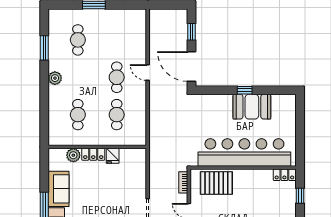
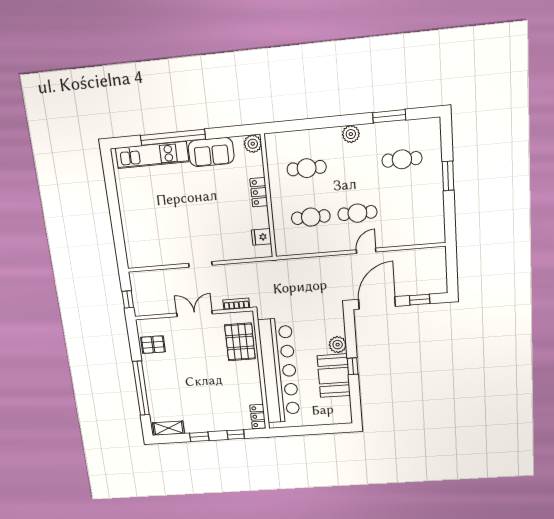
plant: (225, 101) -> (338, 345), added
plant: (73, 155) -> (253, 144), moved
fridge: (113, 156) -> (261, 237), moved

